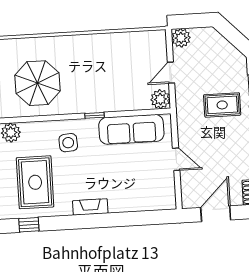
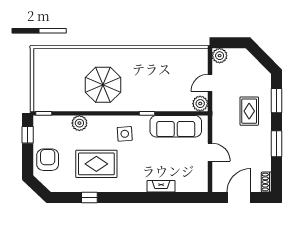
rug: (222, 105) -> (249, 111), turned 90
rug: (35, 182) -> (96, 164), turned 90
fireplace: (90, 207) -> (161, 186), moved

